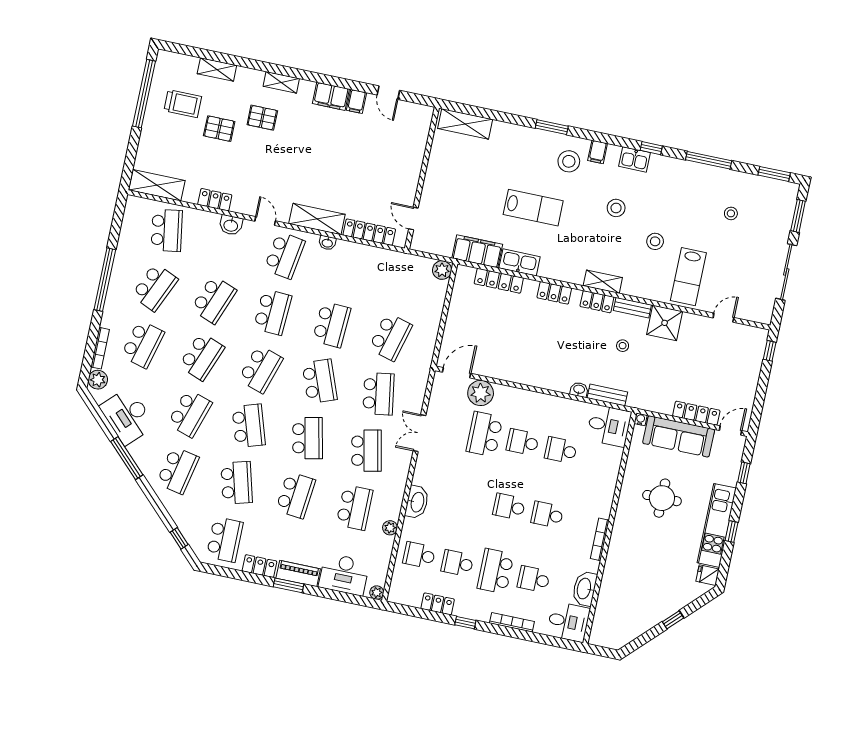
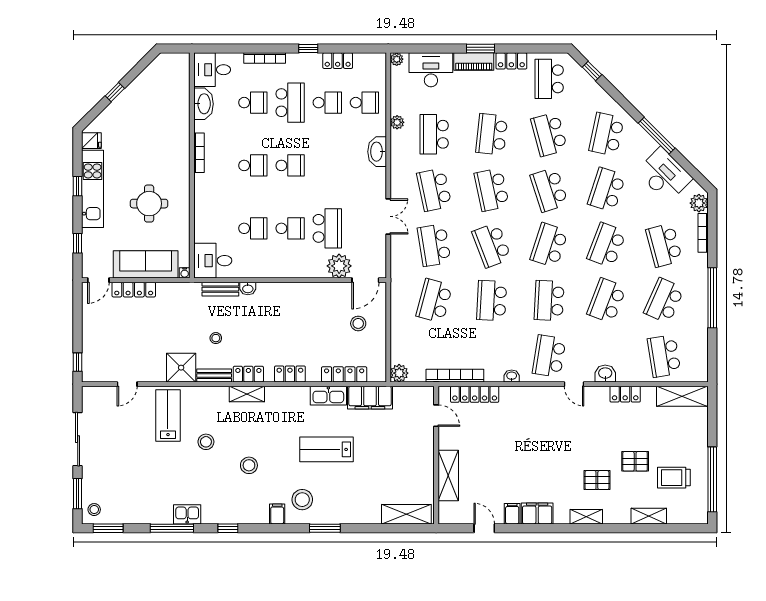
kitchen sink: (634, 159) -> (187, 514), moved
stool: (731, 213) -> (94, 510), moved
shelving: (317, 219) -> (448, 476), moved, turned 90
bookcase: (385, 256) -> (455, 376), added
stool: (473, 330) -> (358, 323), added
school desk: (143, 344) -> (664, 245), turned -30

